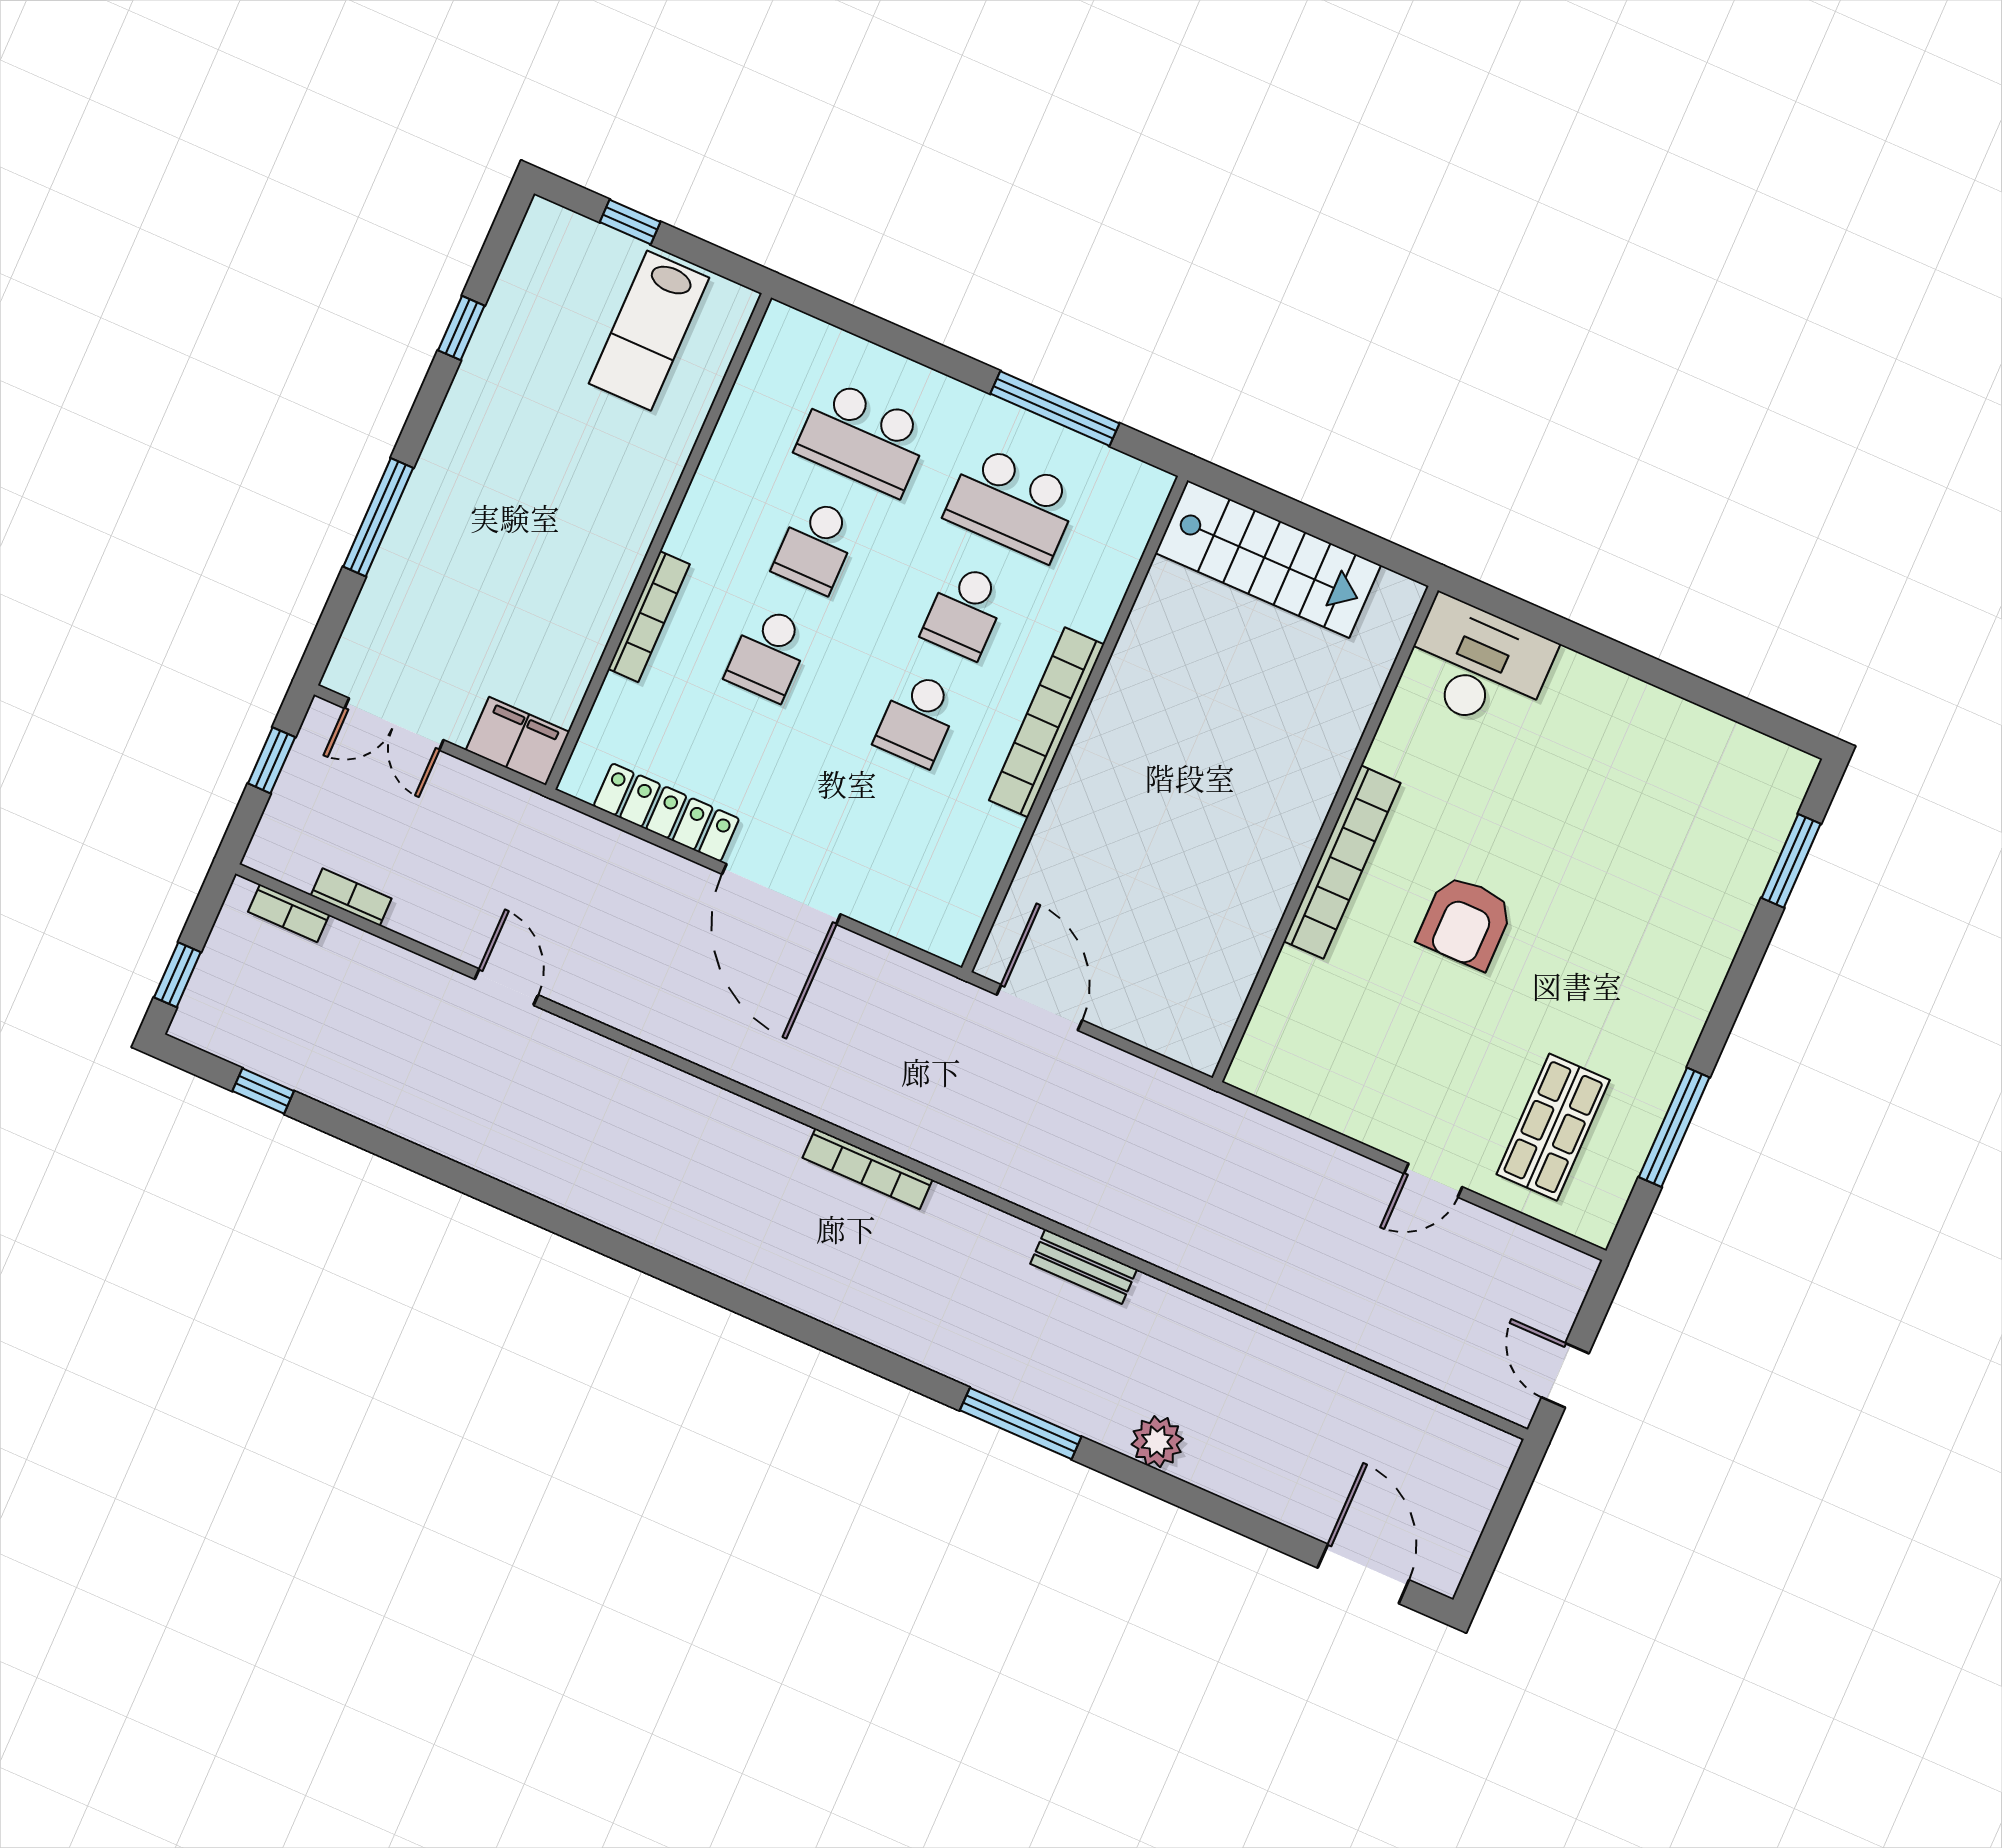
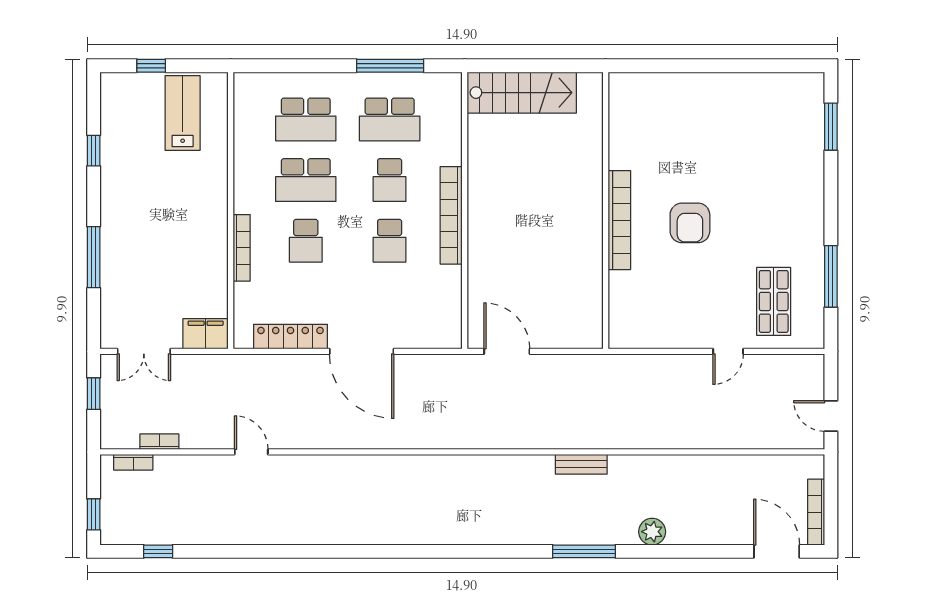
lab bench: (649, 331) -> (183, 113), turned 180
school desk: (816, 546) -> (306, 180), width x1.85
desk: (1478, 665) -> (643, 99), removed
bookcase: (868, 1169) -> (816, 512), moved, turned 90

